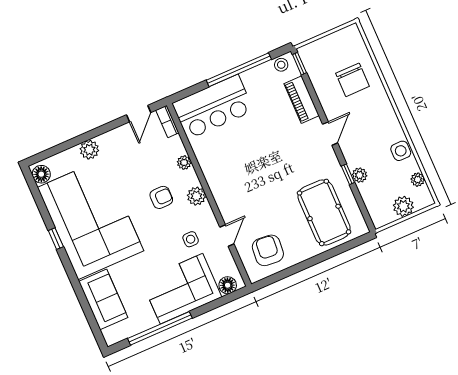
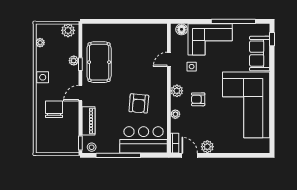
chair: (353, 80) -> (54, 109), moved
door: (139, 114) -> (190, 155), hinge flipped
plant: (89, 150) -> (207, 147), moved
side table: (401, 151) -> (43, 77), moved
floor lamp: (41, 174) -> (264, 145), removed
plant: (403, 206) -> (68, 30), moved
pool table: (324, 212) -> (99, 62), moved
window: (56, 239) -> (272, 39), moved
armchair: (268, 250) -> (139, 103), moved

